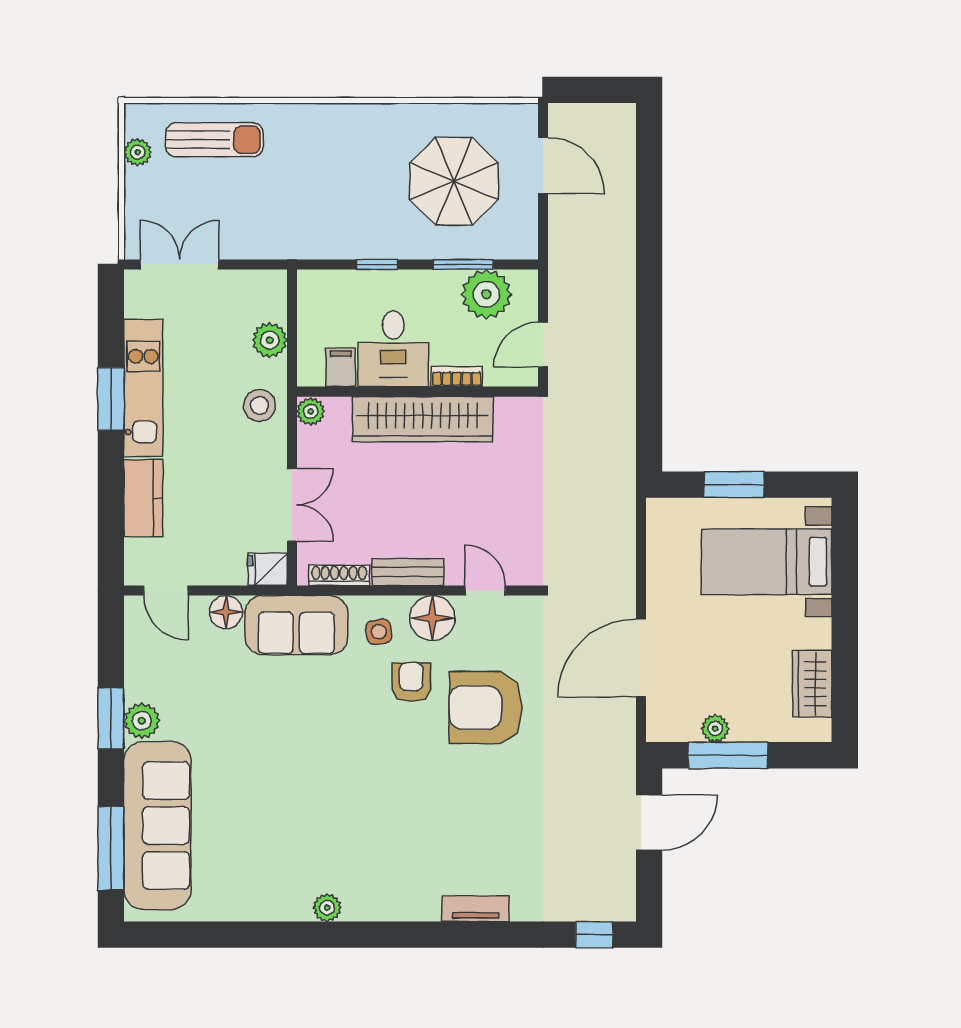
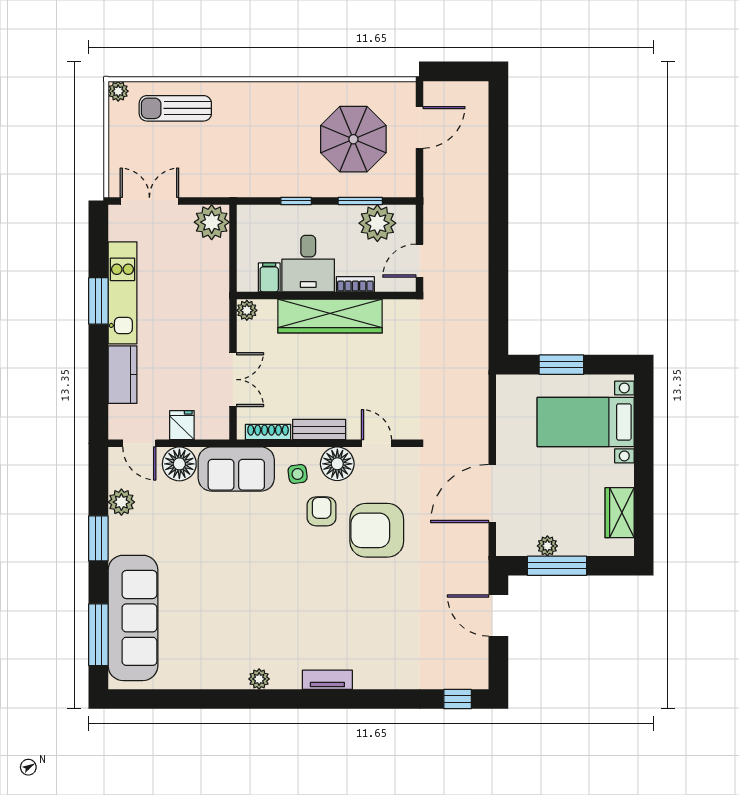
sun lounger: (214, 140) -> (175, 108), turned 180
plant: (138, 152) -> (118, 91), moved
door: (543, 165) -> (420, 127), hinge flipped
plant: (270, 340) -> (212, 222), moved, width x1.36, depth x1.36
stool: (260, 405) -> (209, 306), removed
fridge: (267, 569) -> (182, 425), moved, turned 90
floor lamp: (226, 612) -> (179, 464), width x1.38, depth x1.38
plant: (142, 721) -> (121, 502), moved
door: (649, 822) -> (498, 616), swing flipped
tv unit: (475, 909) -> (327, 680), moved

